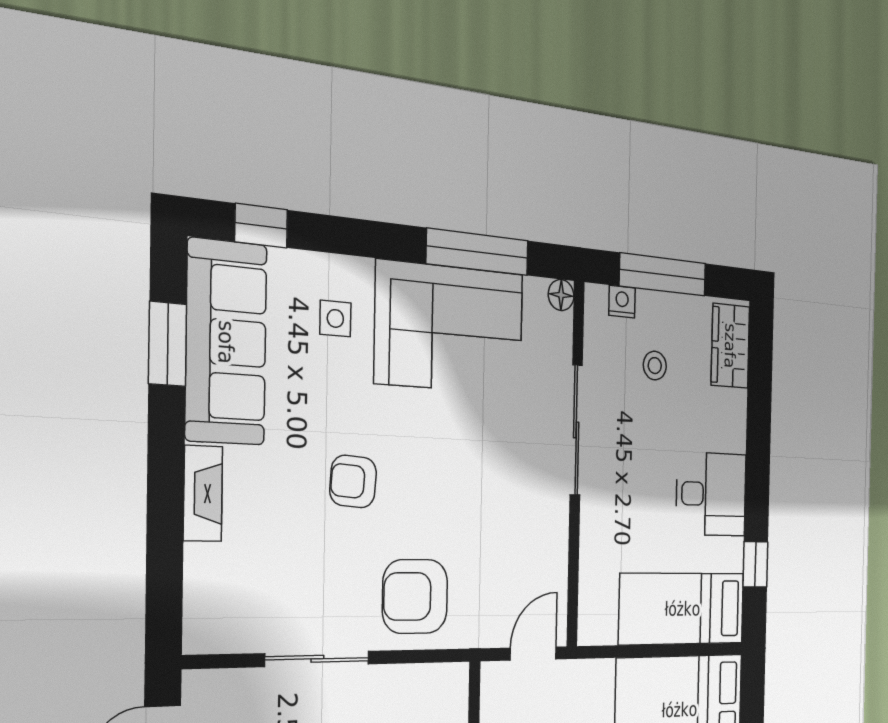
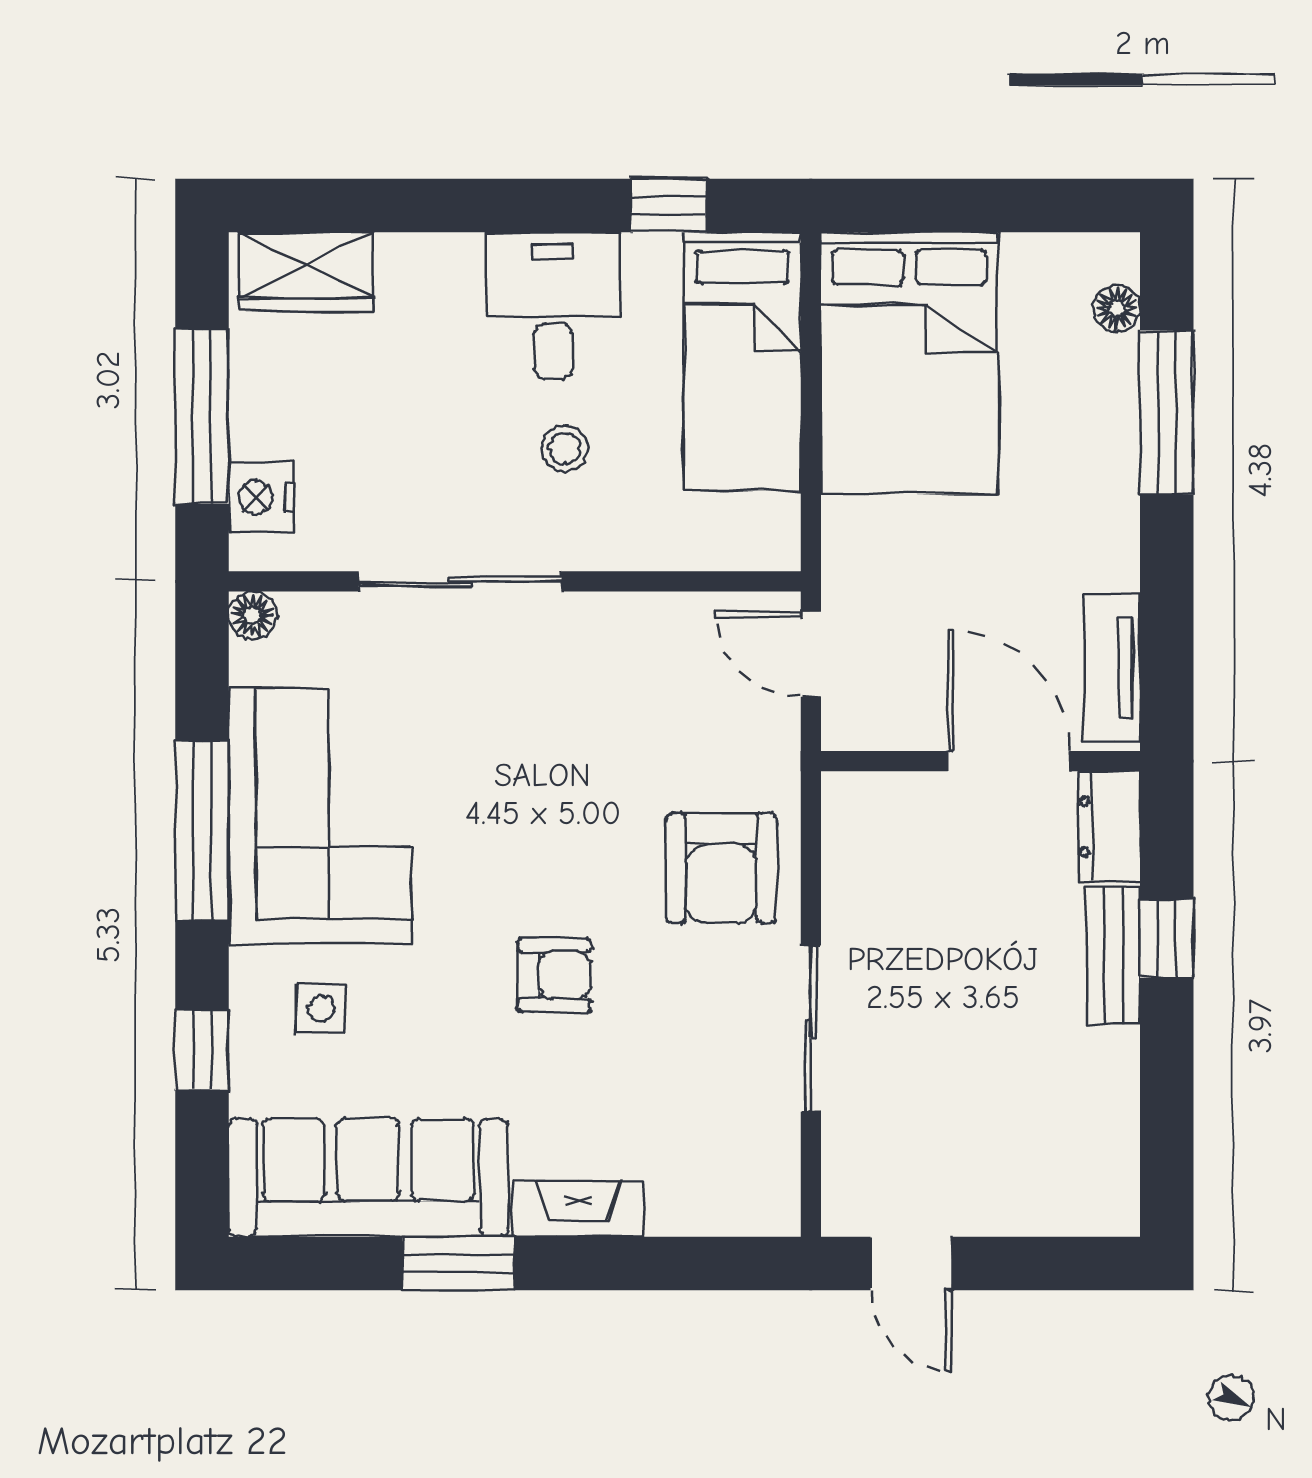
window: (261, 226) -> (202, 1050), moved
window: (478, 252) -> (202, 831), moved
nightstand: (622, 302) -> (261, 497), width x1.39, depth x1.35
window: (168, 344) -> (458, 1263), moved
stool: (655, 366) -> (565, 448), moved
armchair: (353, 481) -> (554, 975), turned -94

